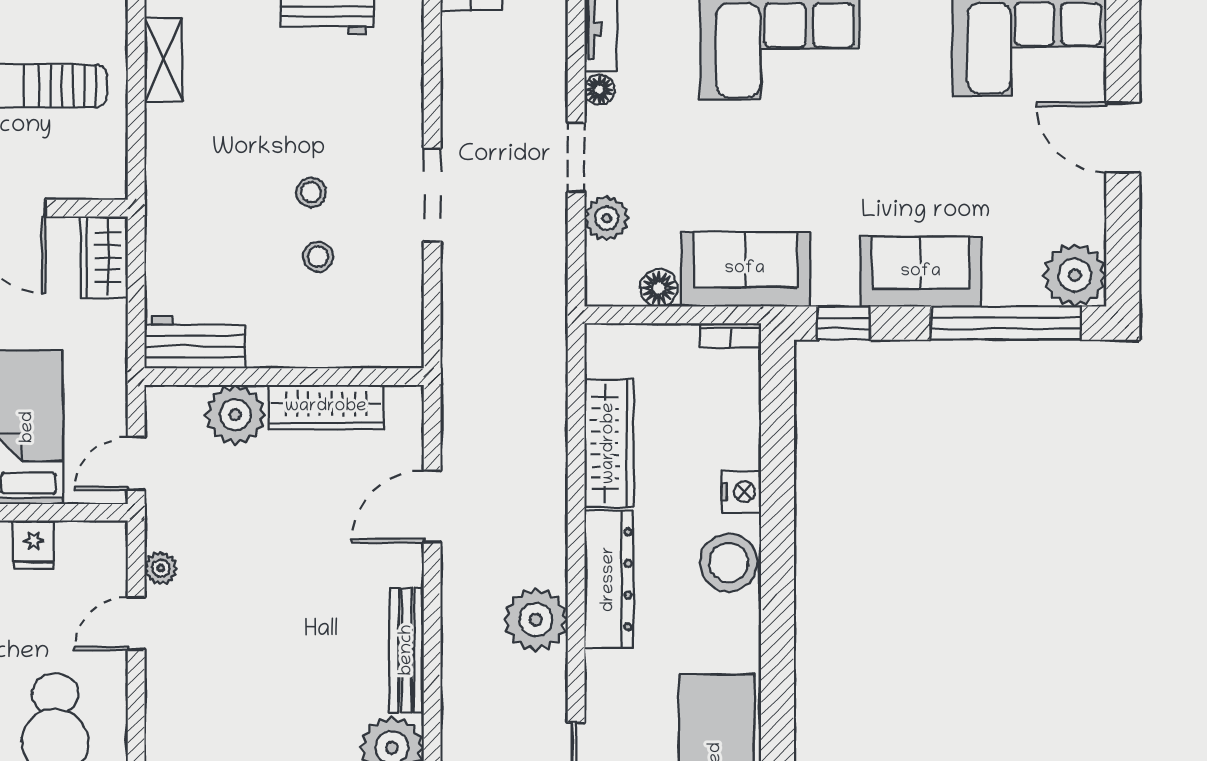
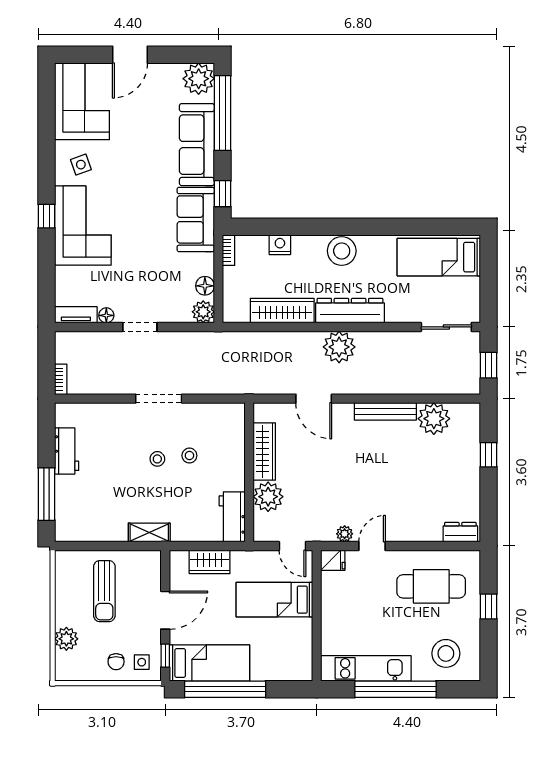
side table: (902, 39) -> (81, 165), added
shelving: (163, 60) -> (149, 532), moved
plant: (607, 218) -> (203, 312), moved
wardrobe: (104, 257) -> (210, 562), moved
sofa: (745, 269) -> (196, 219), moved
sofa: (921, 272) -> (197, 145), width x1.36
nightstand: (741, 492) -> (280, 245), moved
fridge: (34, 545) -> (333, 560), moved
plant: (536, 620) -> (339, 347), moved
door: (136, 624) -> (372, 546), swing flipped

